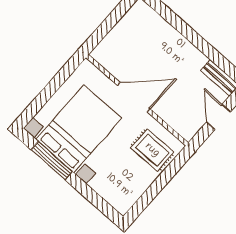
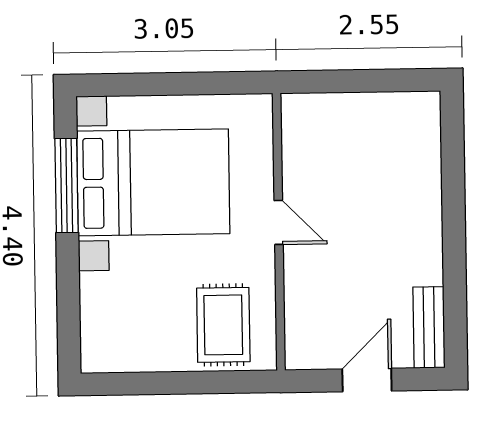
door: (134, 97) -> (279, 222), width x0.53

